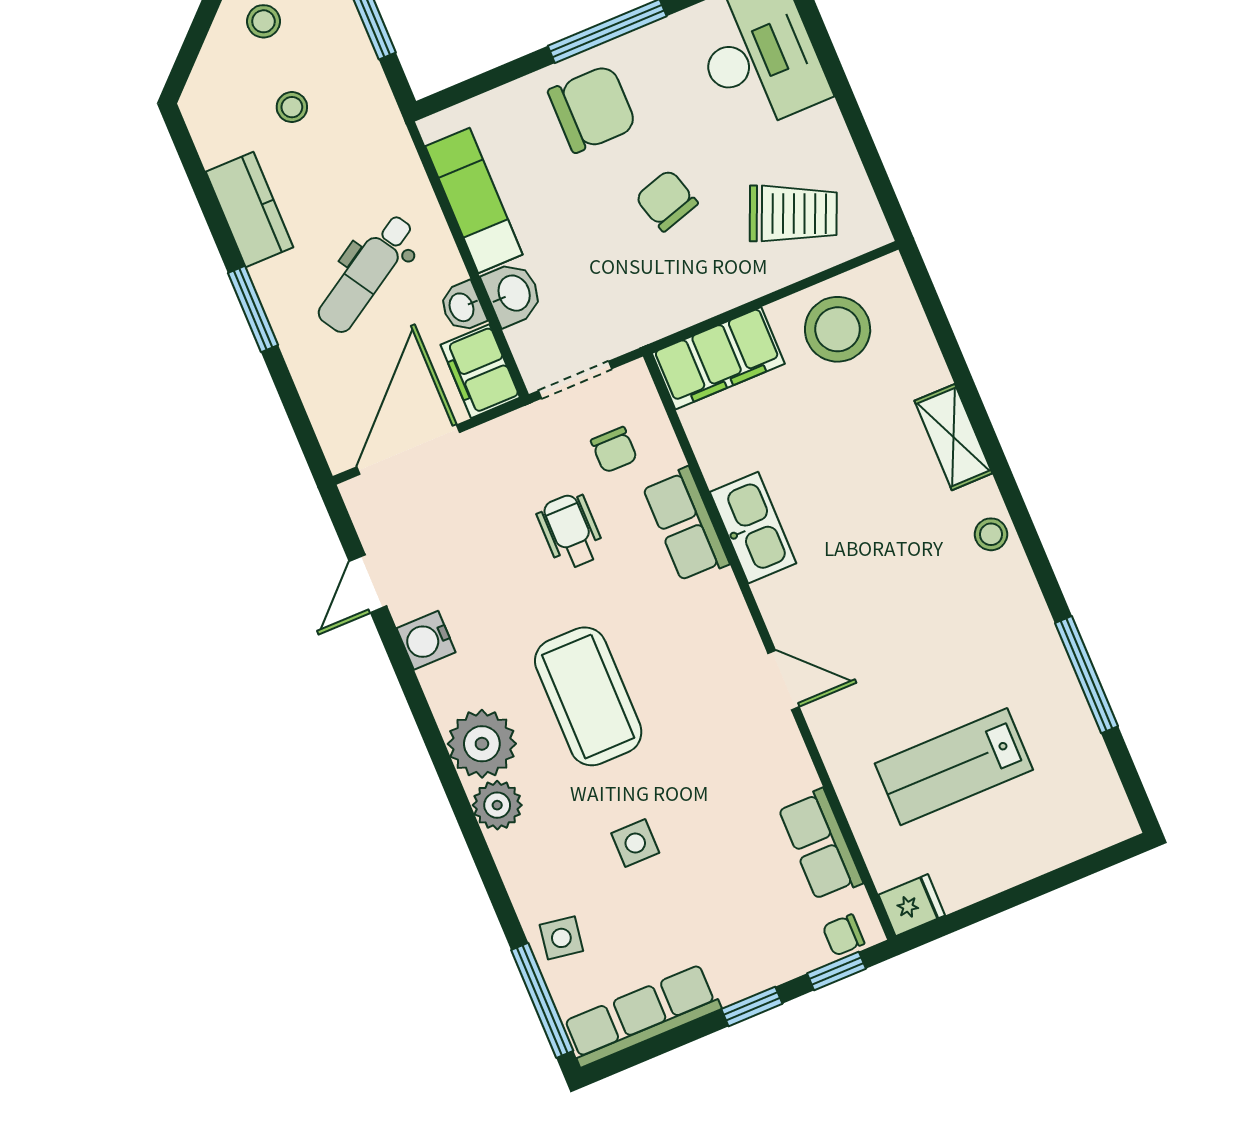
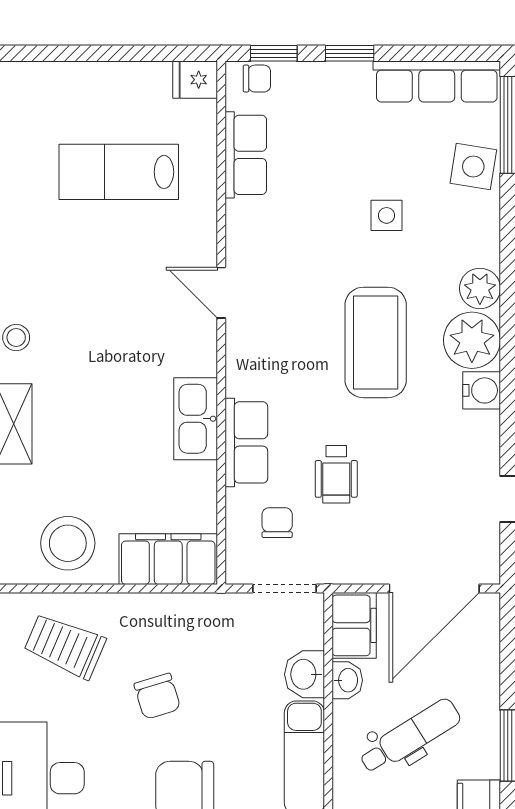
water cooler: (426, 640) -> (482, 390), moved
lab bench: (954, 767) -> (119, 172), turned 180
side table: (561, 938) -> (473, 167), width x1.37, depth x1.37

